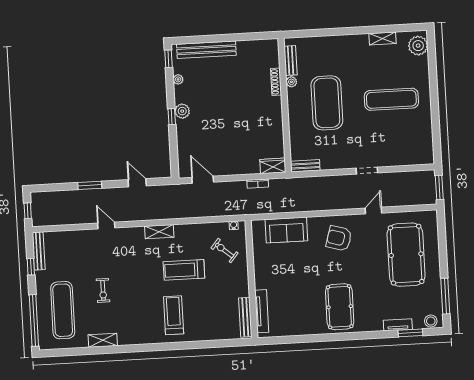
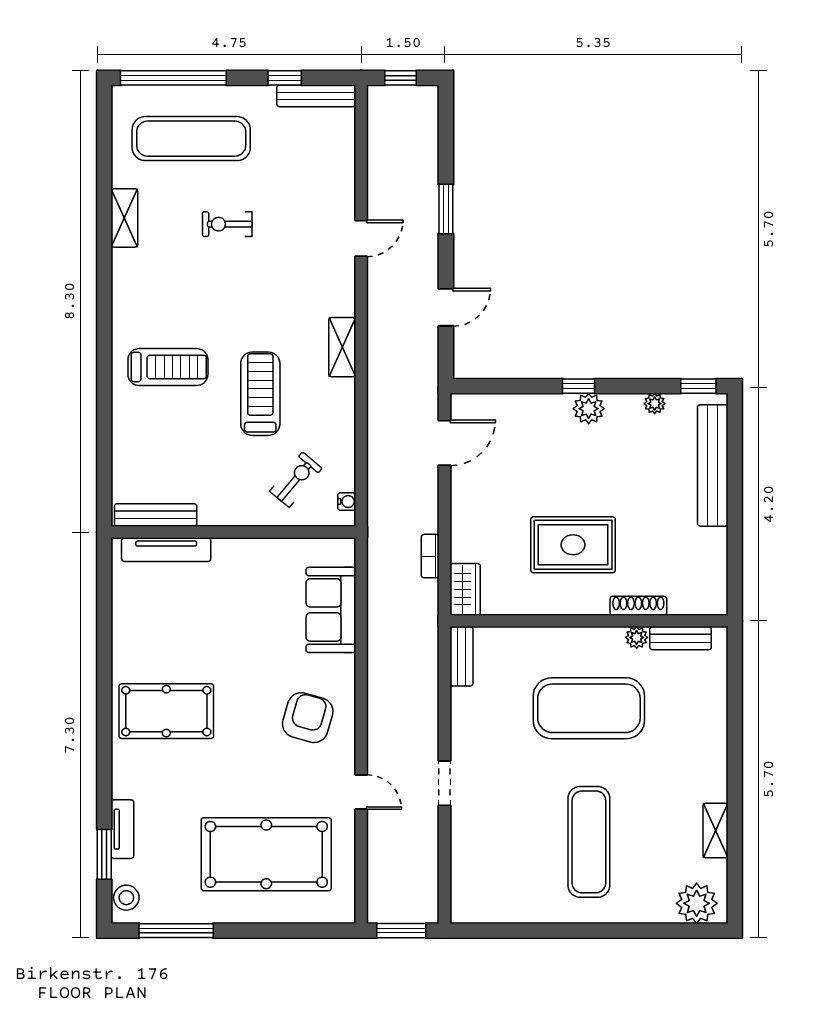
rug: (248, 115) -> (573, 545), added

